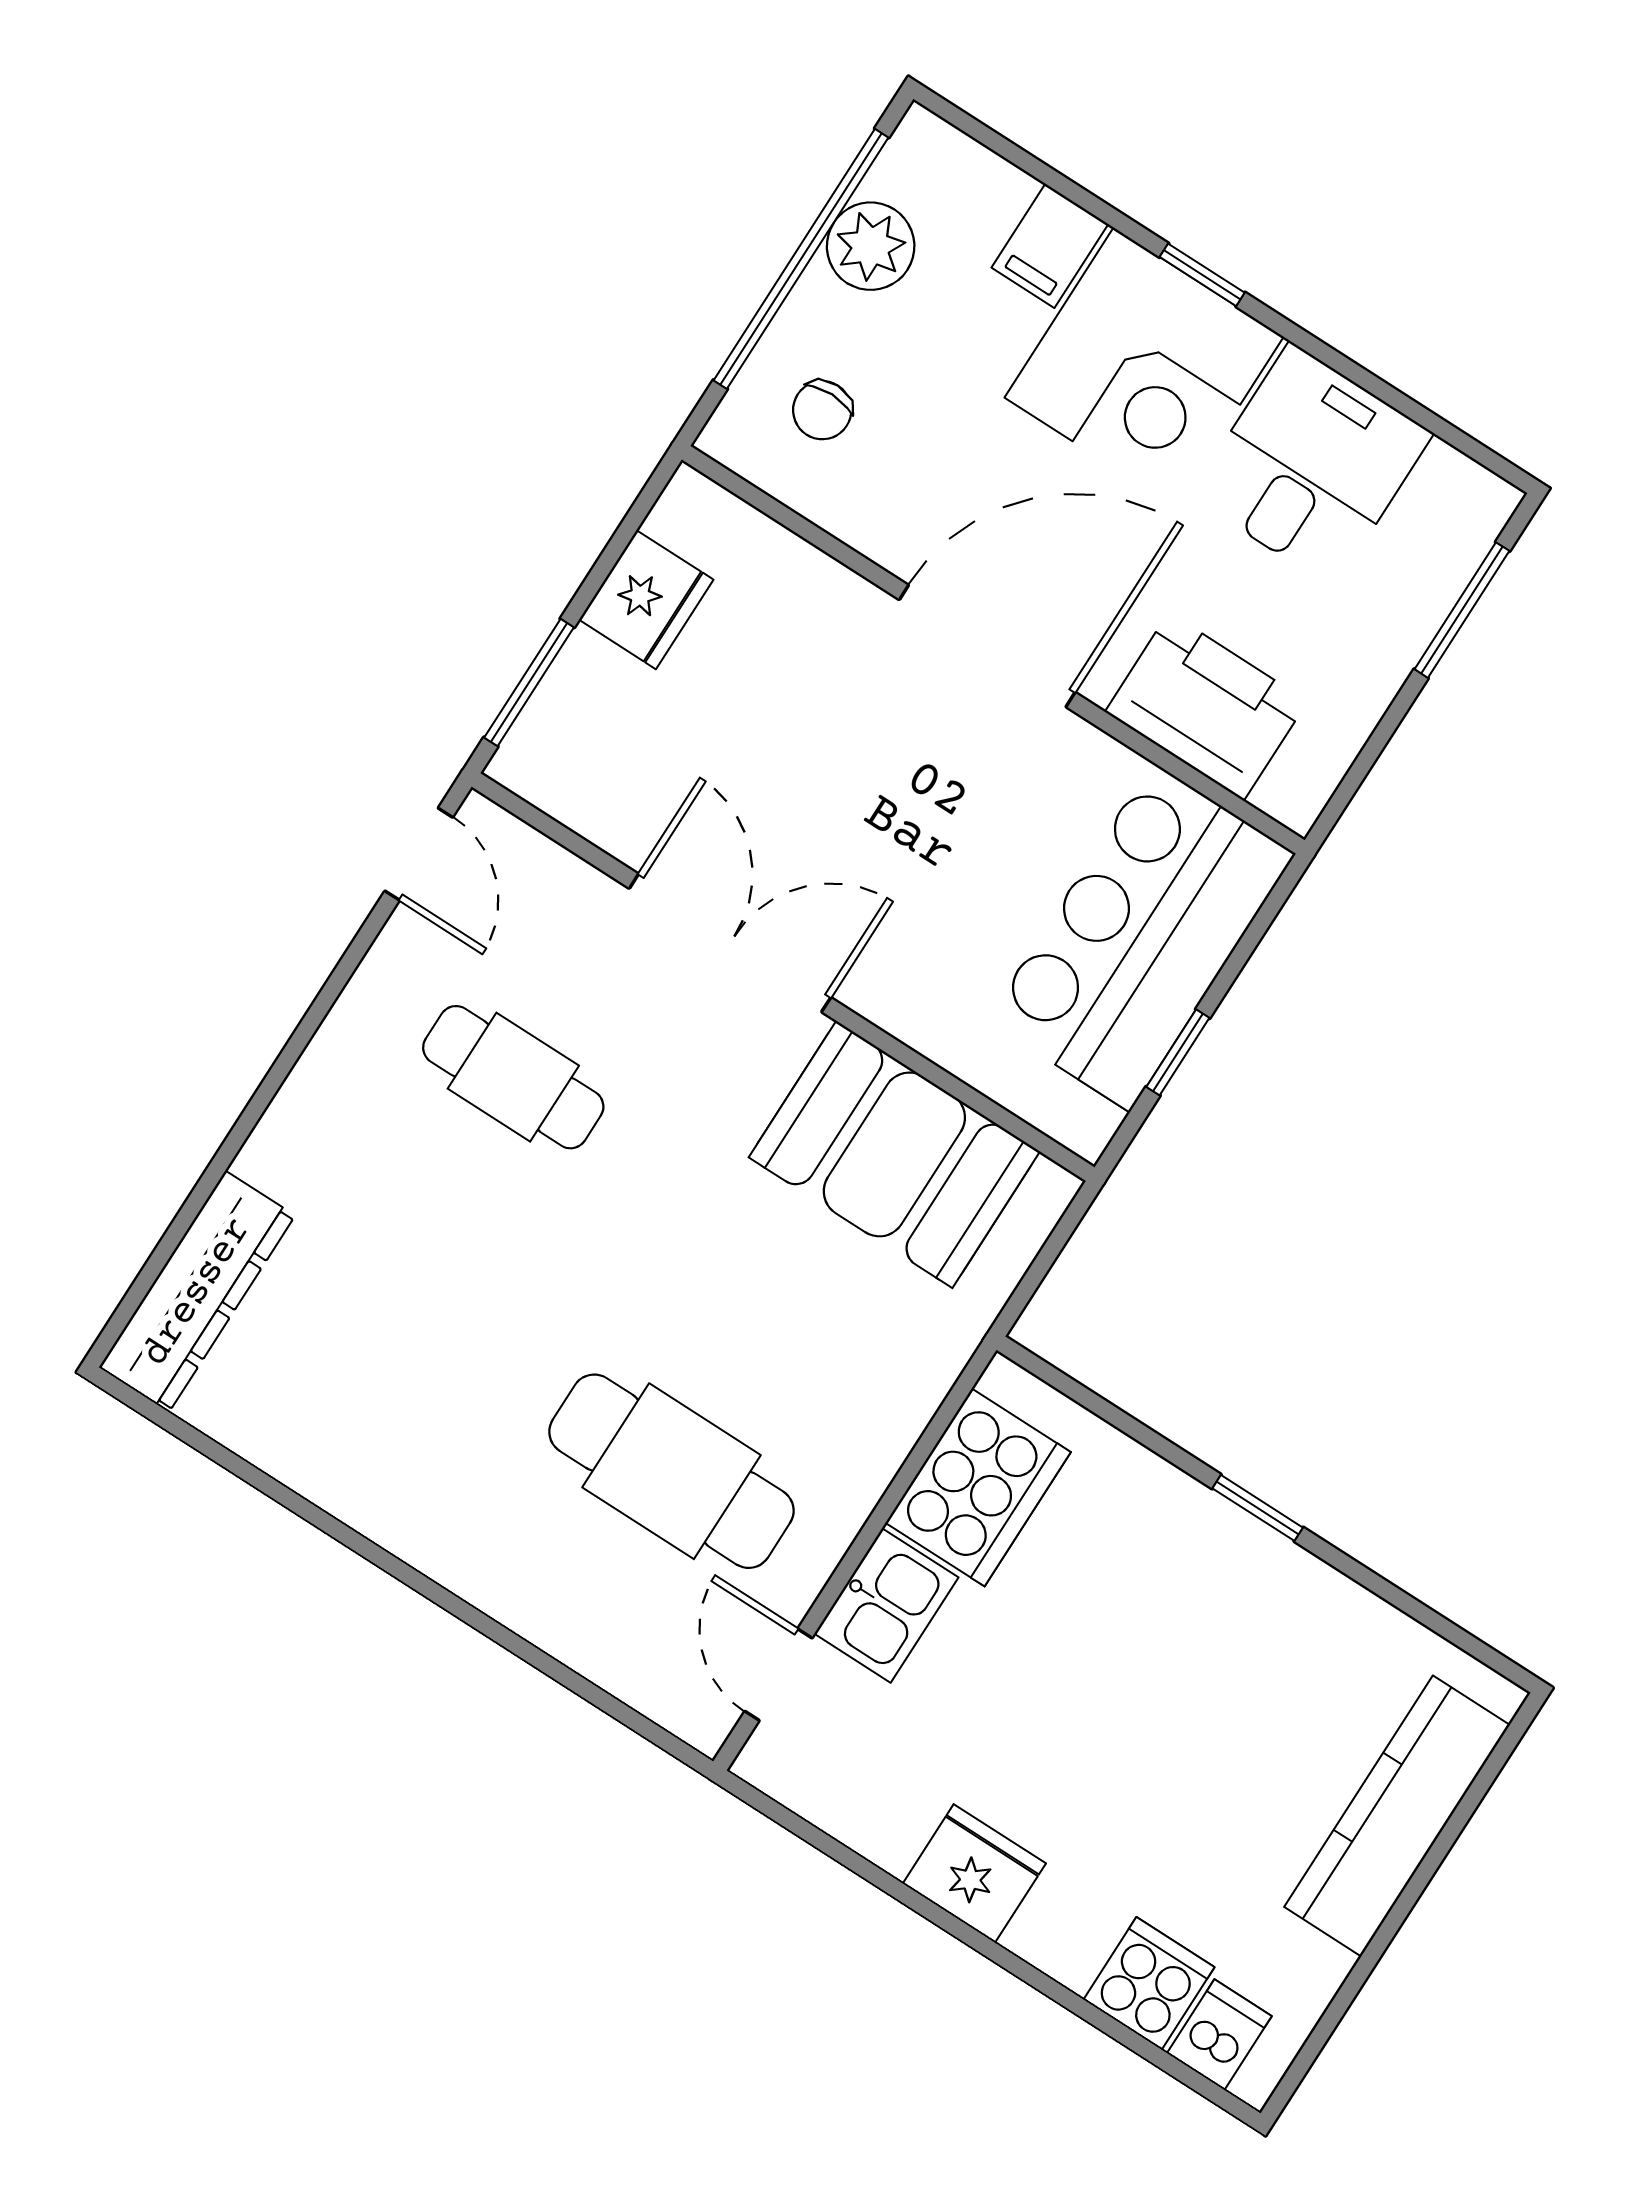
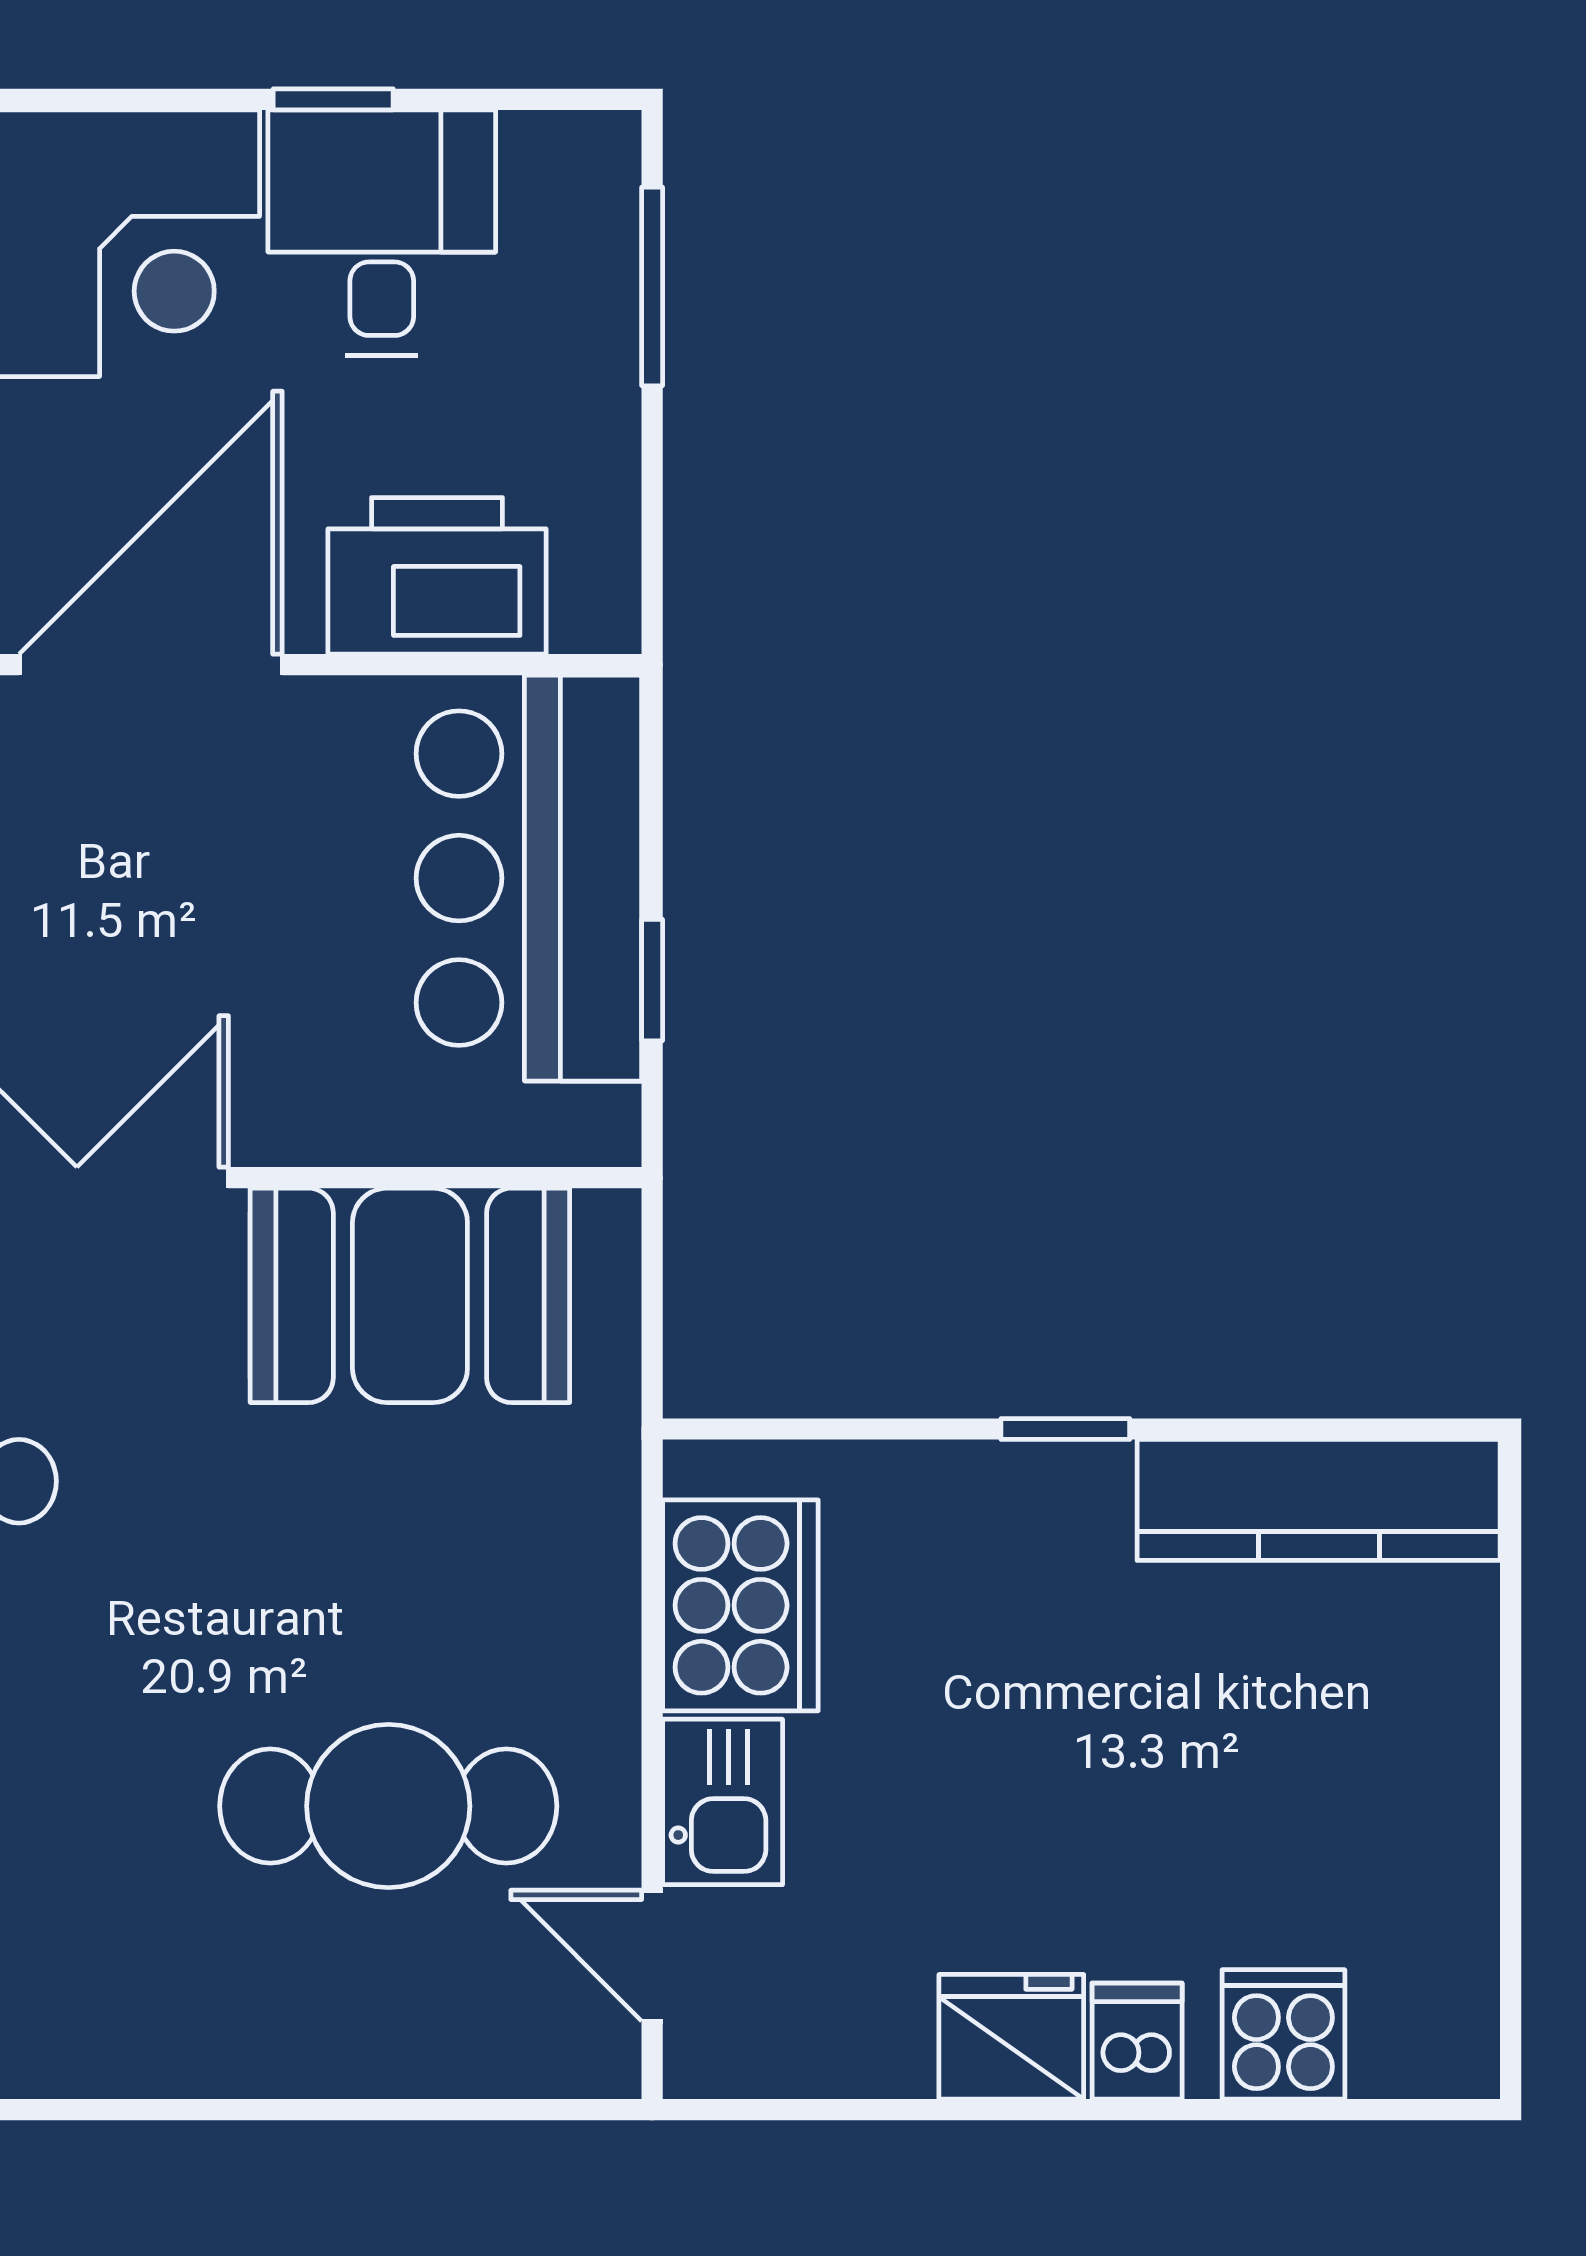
window: (1202, 275) -> (333, 99), moved
kitchen counter: (1397, 1816) -> (1319, 1500), moved, turned -90
dishwasher: (1219, 2035) -> (1137, 2041), moved

